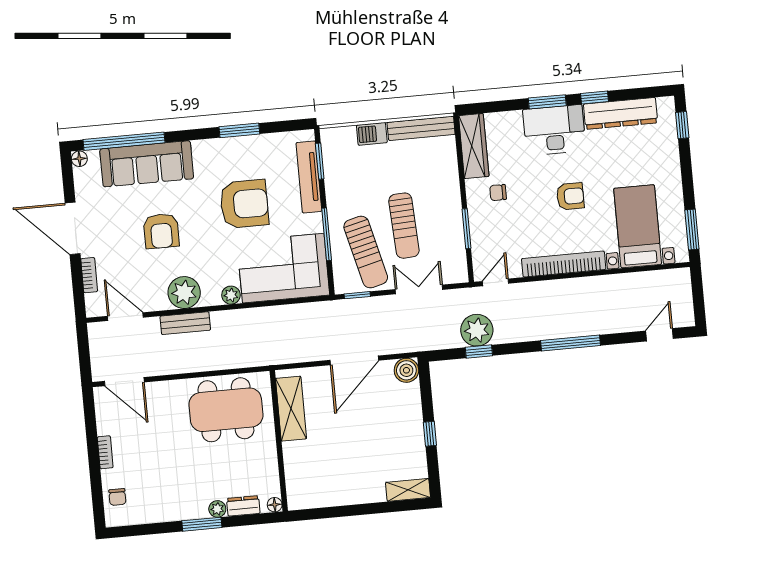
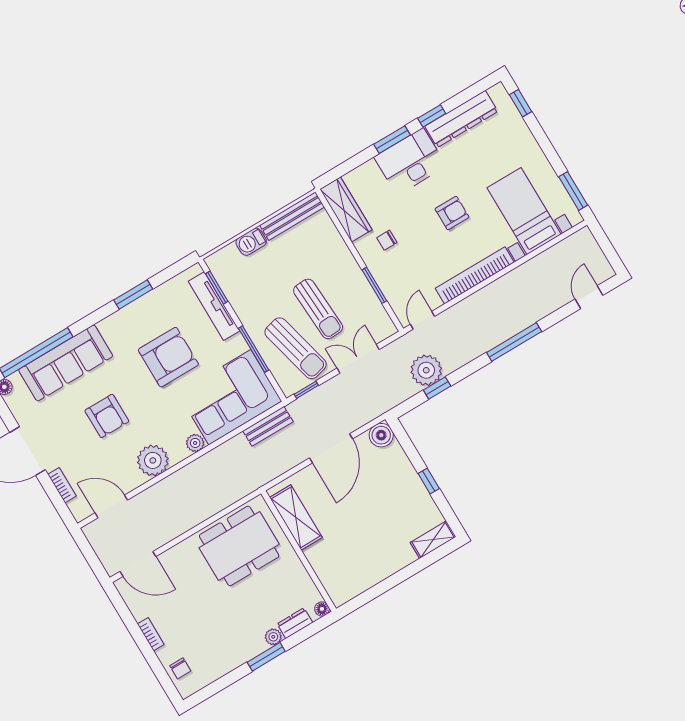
bench: (185, 323) -> (268, 426), moved

